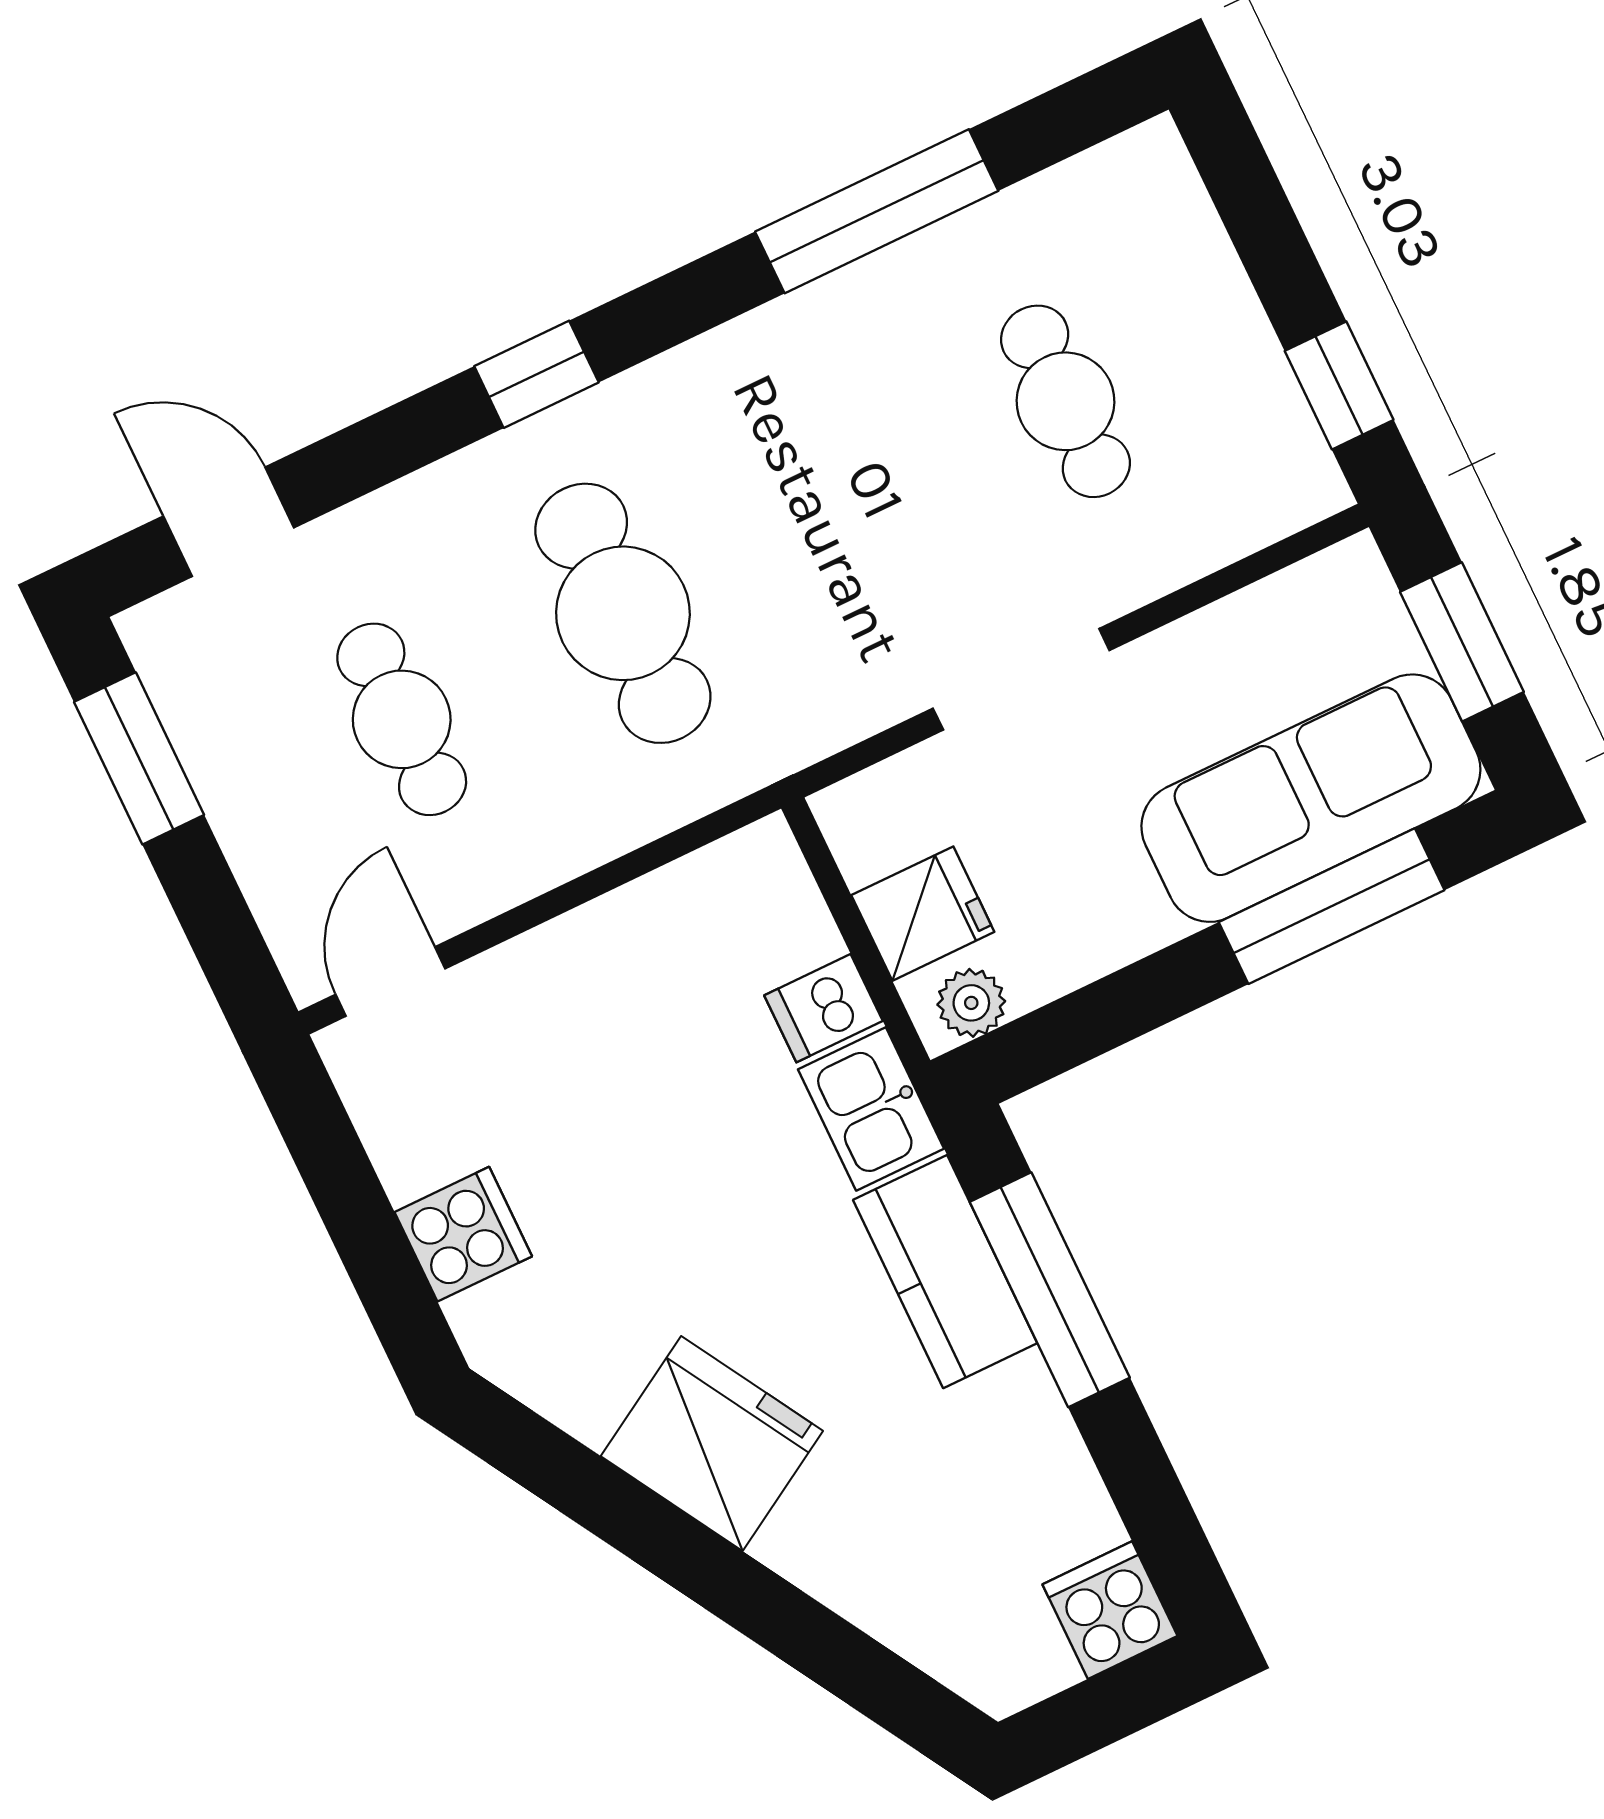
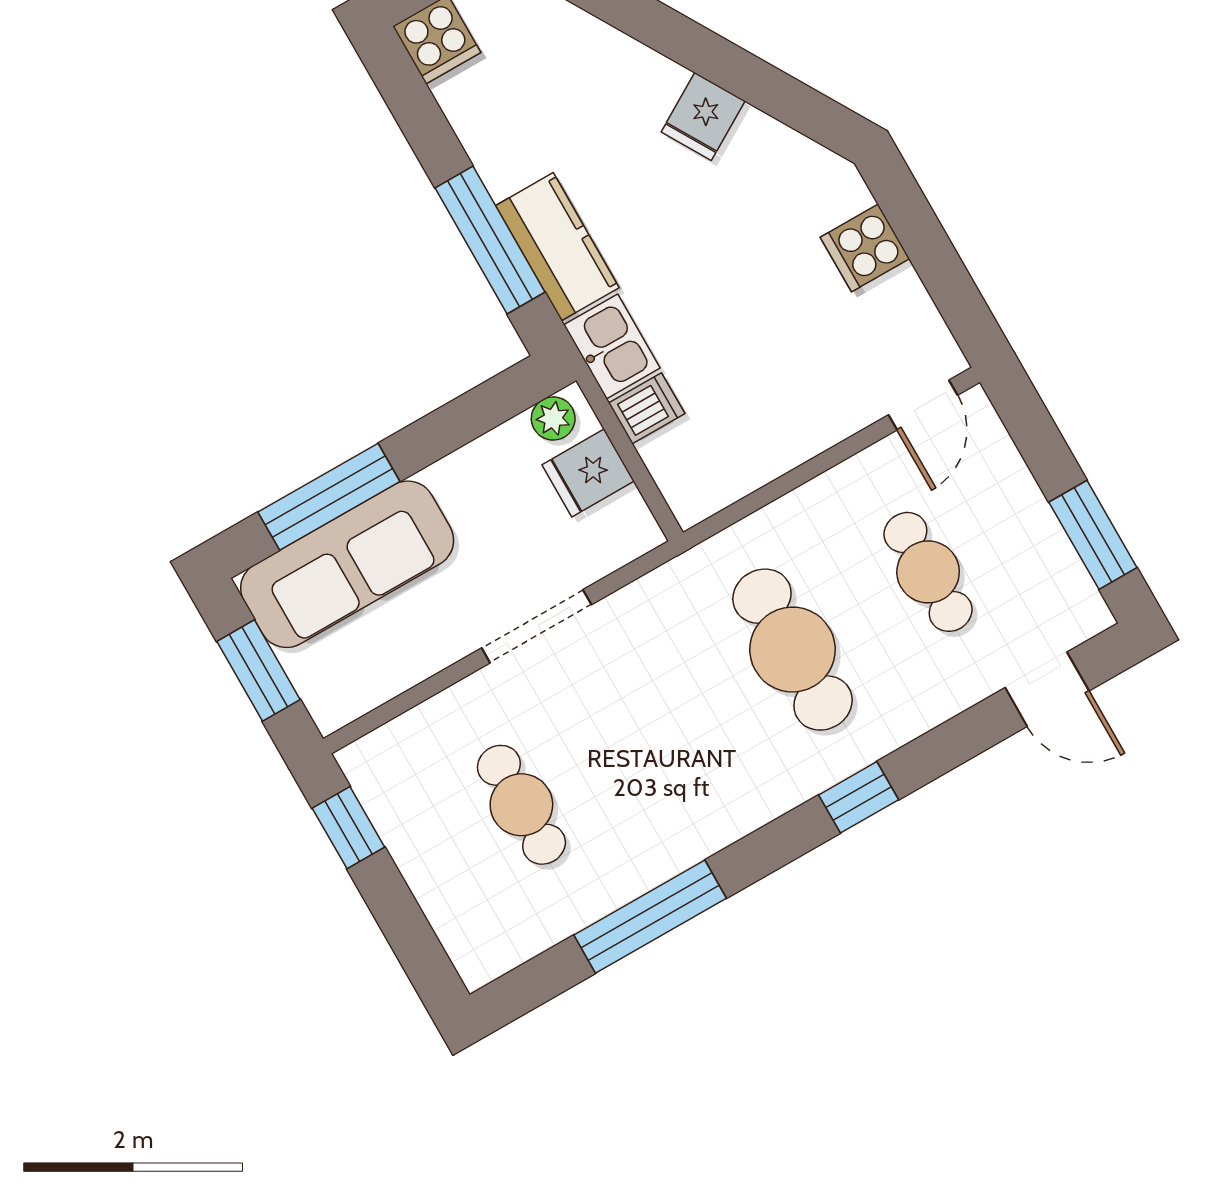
fridge: (712, 1444) -> (703, 117), width x0.53, depth x0.75

